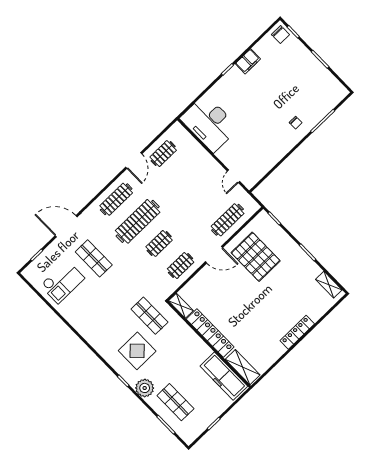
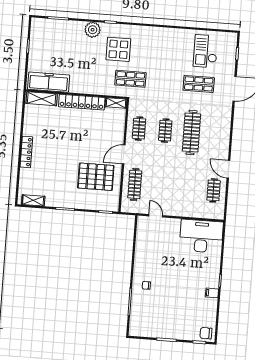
filing cabinet: (248, 61) -> (212, 293), width x0.50
clothes rail: (116, 199) -> (218, 134), removed
shop shelf: (175, 402) -> (65, 38), removed

